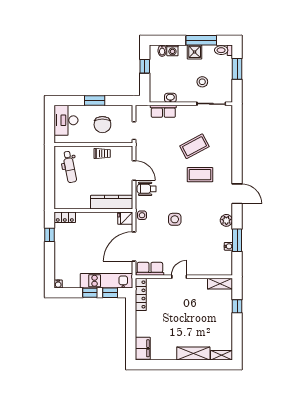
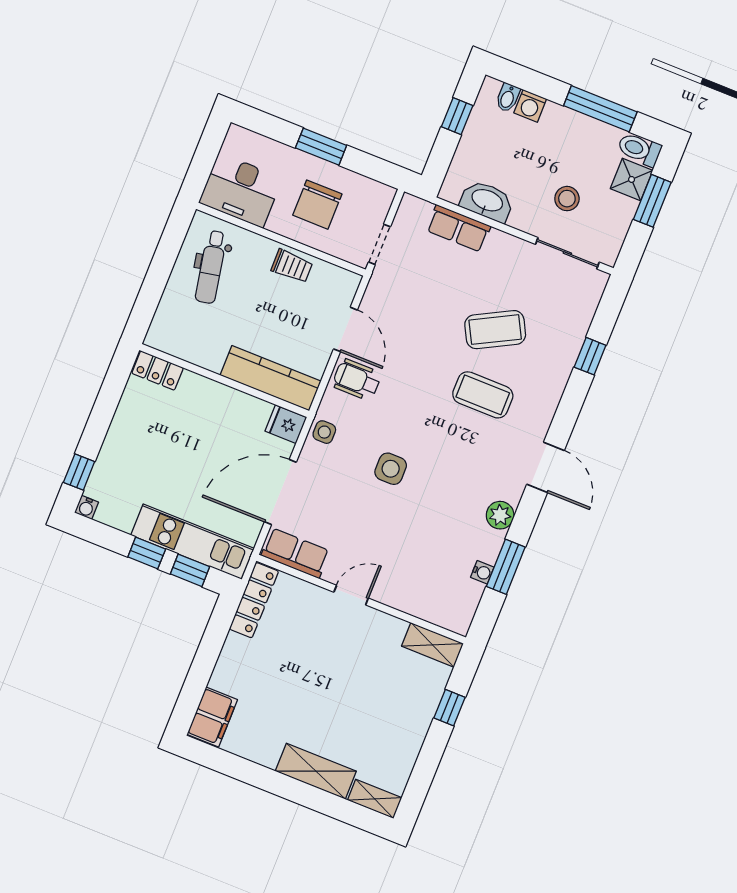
shower: (195, 52) -> (632, 179), moved
washbasin: (170, 98) -> (487, 201), width x1.91, depth x1.45
desk: (66, 120) -> (241, 190), moved, turned -90
window: (237, 142) -> (590, 356), added
window: (49, 235) -> (79, 472), moved

